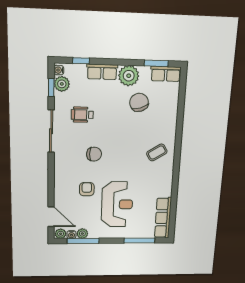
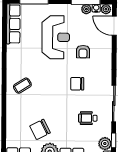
chair: (139, 102) -> (40, 129), turned 81
wheelchair: (82, 115) -> (88, 118), turned 180
reception desk: (117, 204) -> (56, 37), turned 180

